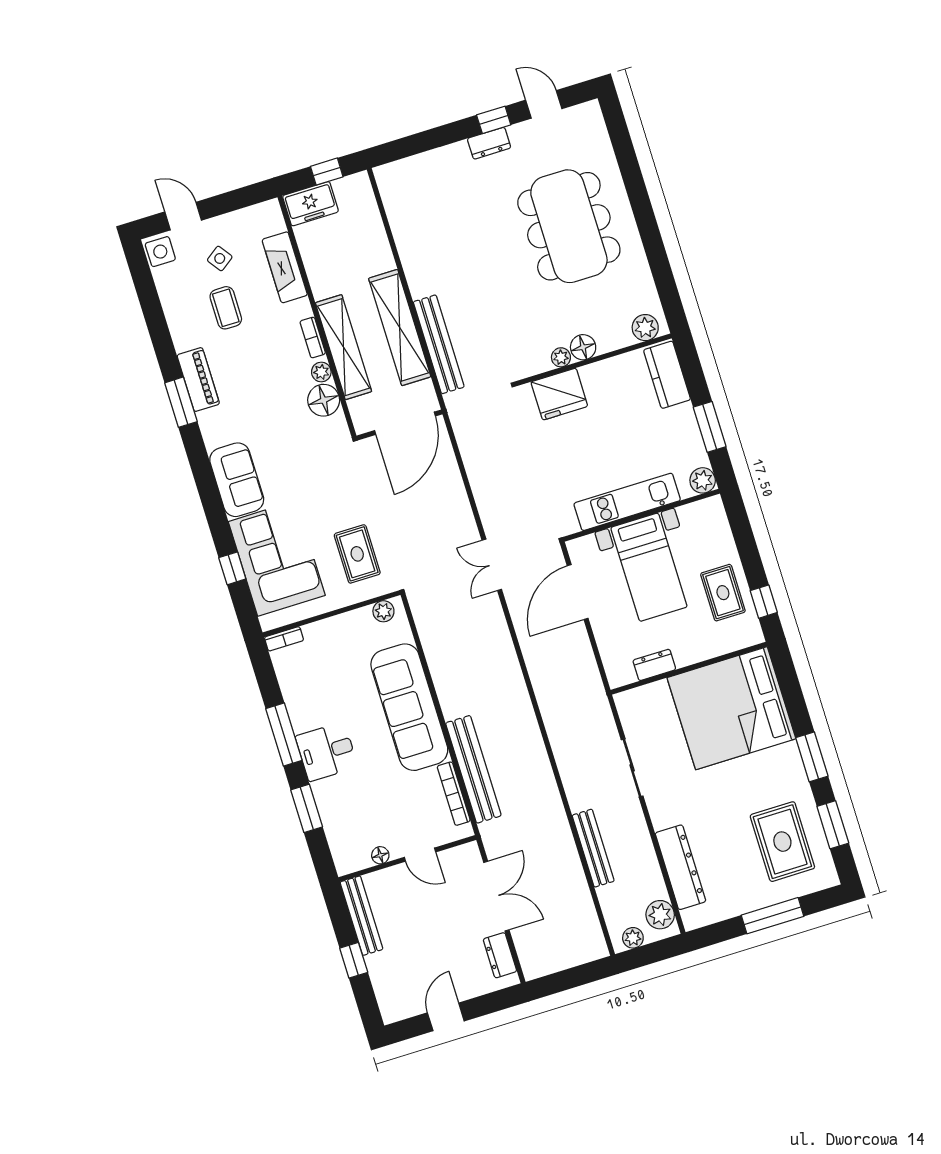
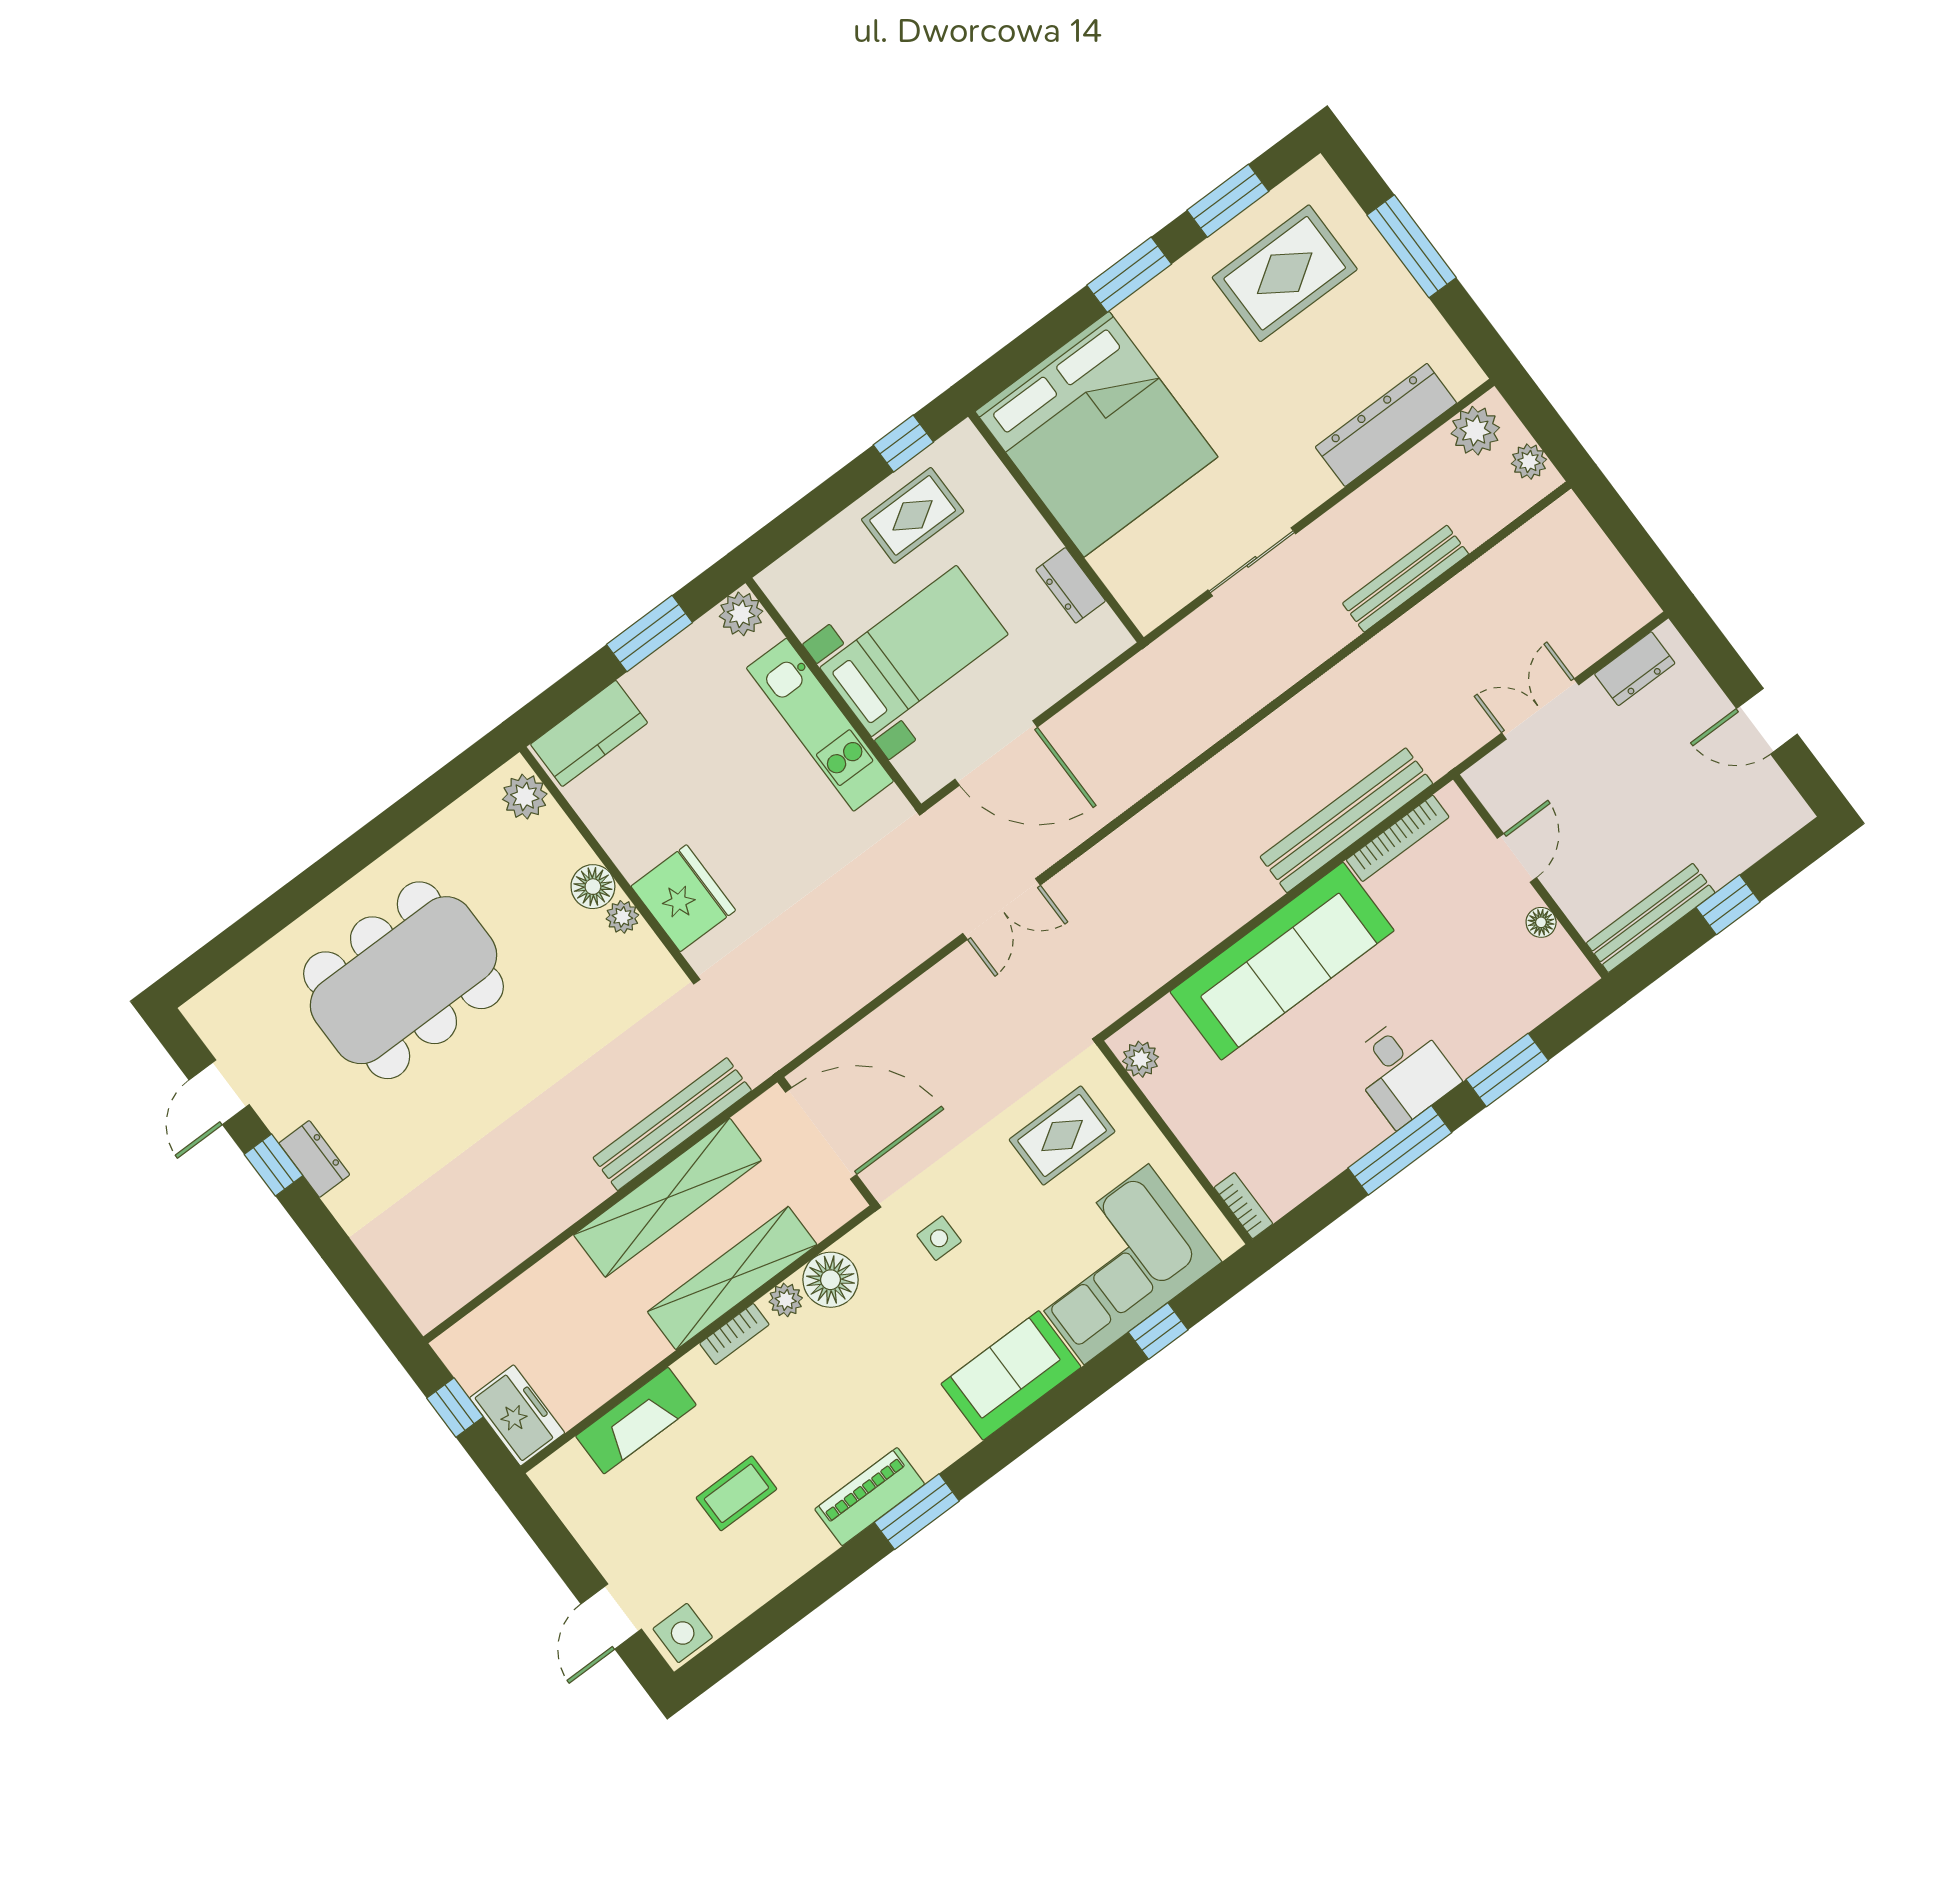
side table: (220, 258) -> (939, 1238), moved, turned 36
double door: (496, 896) -> (1540, 709), width x0.73

